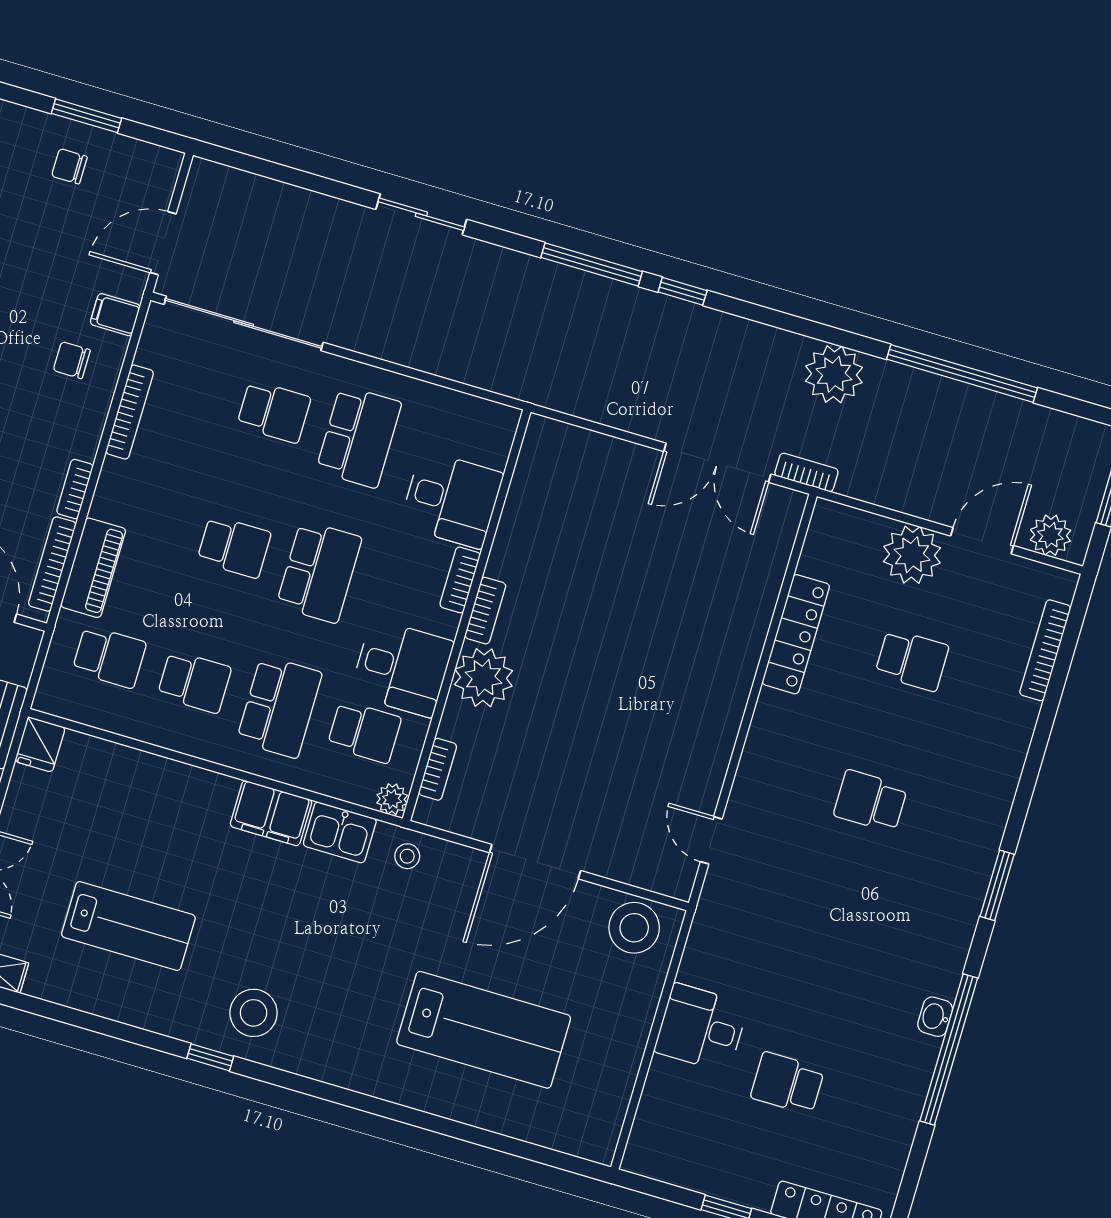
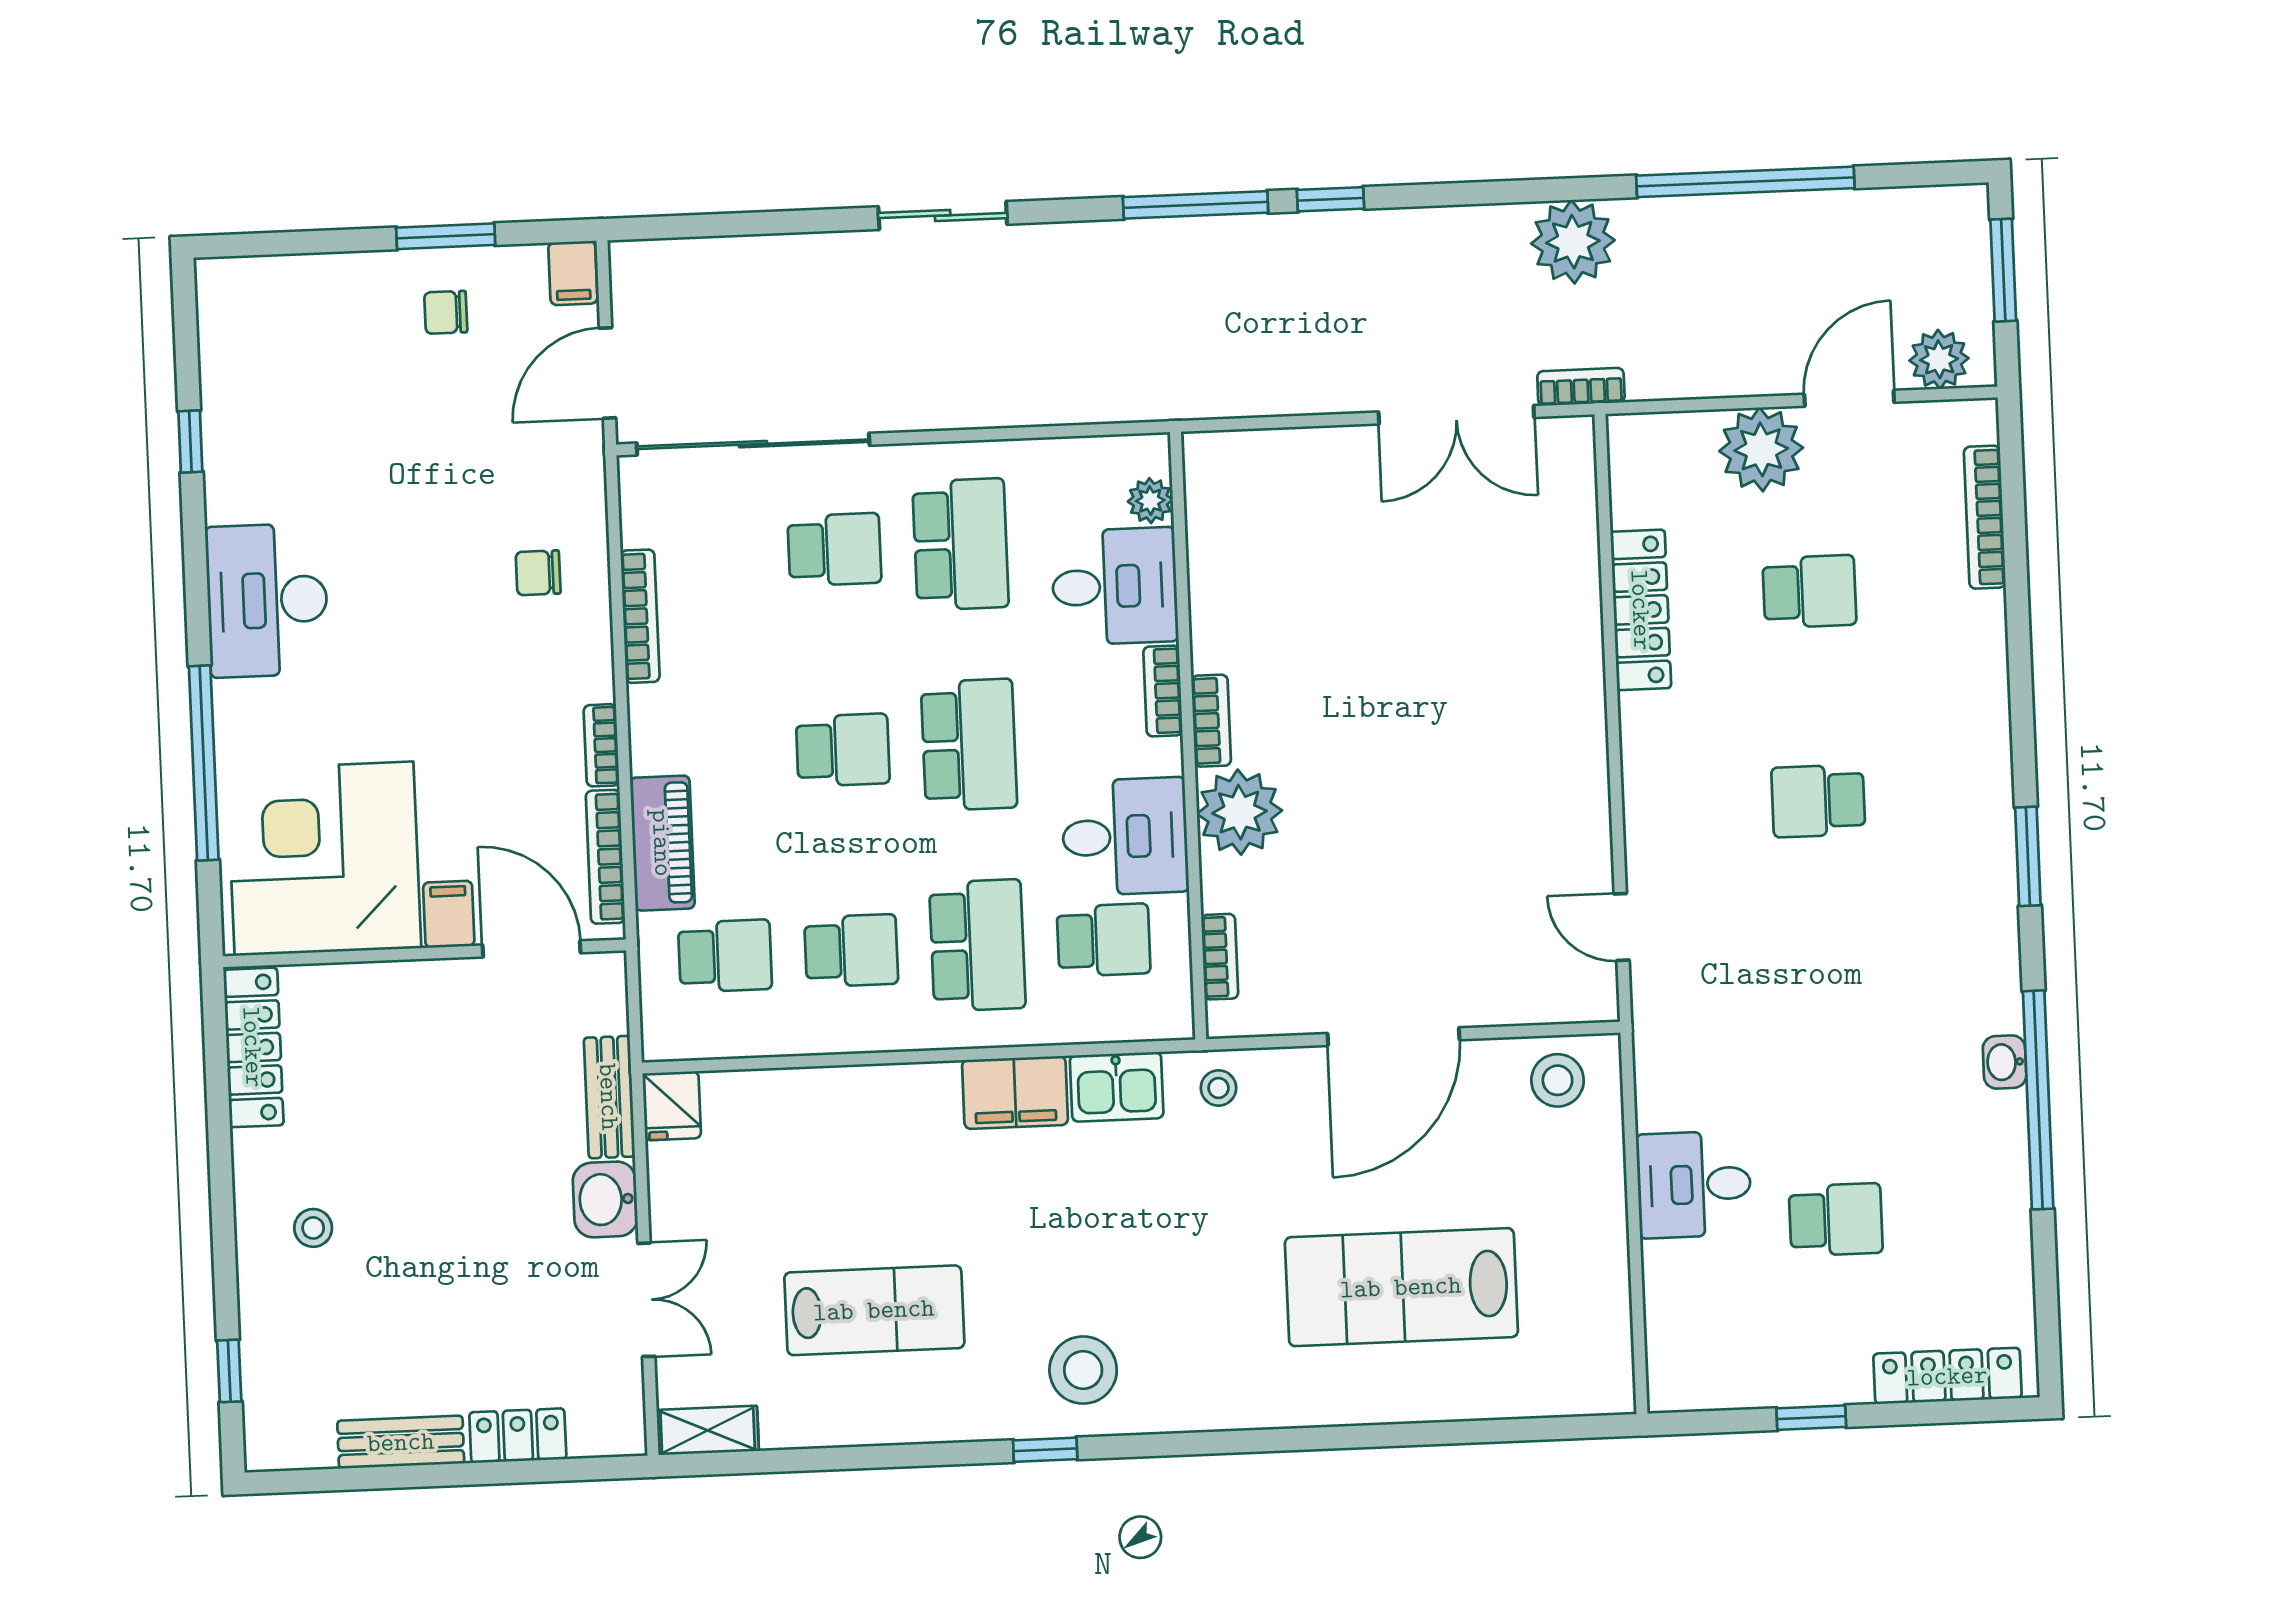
filing cabinet: (115, 315) -> (573, 273), moved, turned -90
plant: (392, 799) -> (1150, 501), moved
stool: (634, 928) -> (1558, 1080), width x0.73, depth x0.73
lab bench: (484, 1030) -> (1401, 1287), turned 180
school desk: (787, 1083) -> (1836, 1220), turned 180

